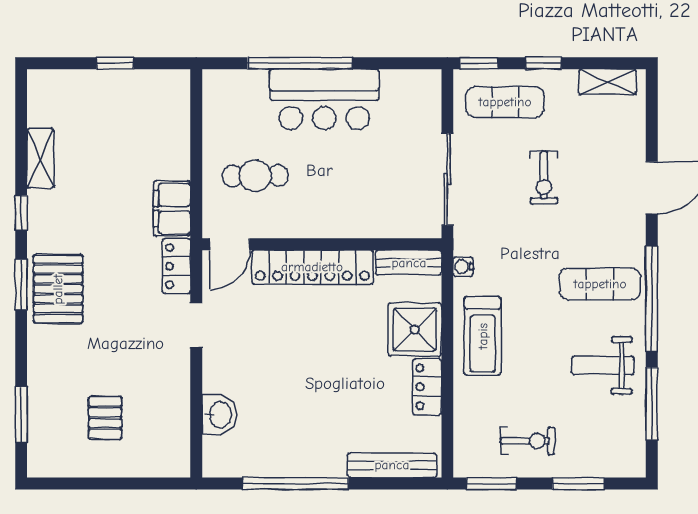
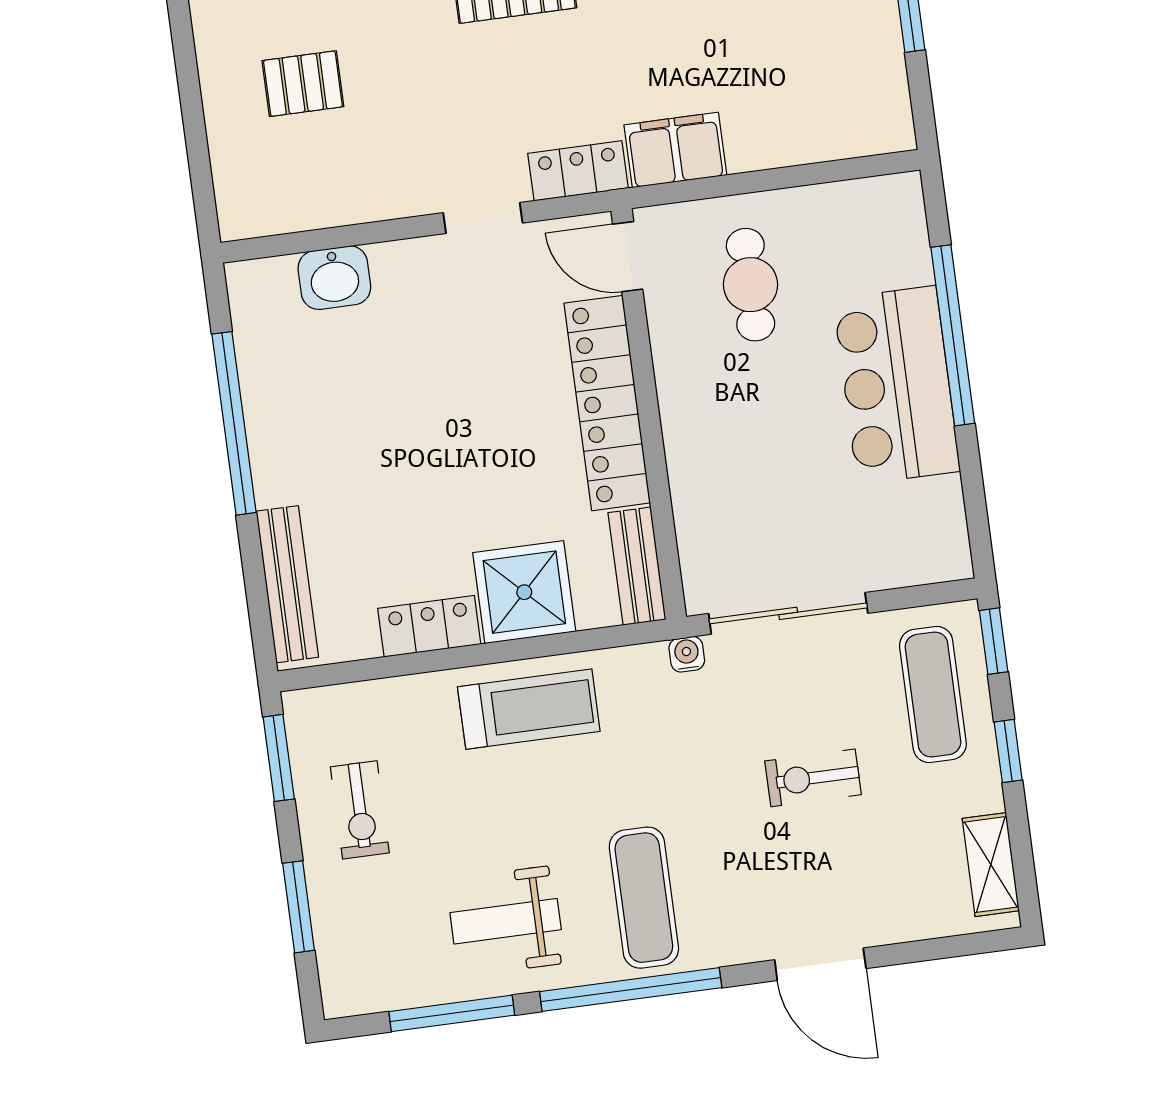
water cooler: (463, 267) -> (687, 654), moved
treadmill: (483, 336) -> (529, 709), turned 180
weight bench: (603, 366) -> (506, 921), turned -90

